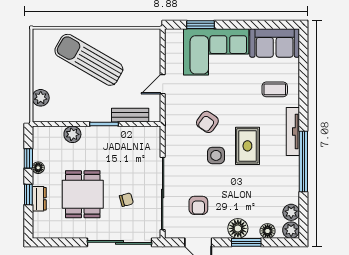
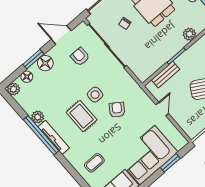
tv unit: (293, 131) -> (54, 137), moved
plant: (291, 212) -> (38, 117), moved

